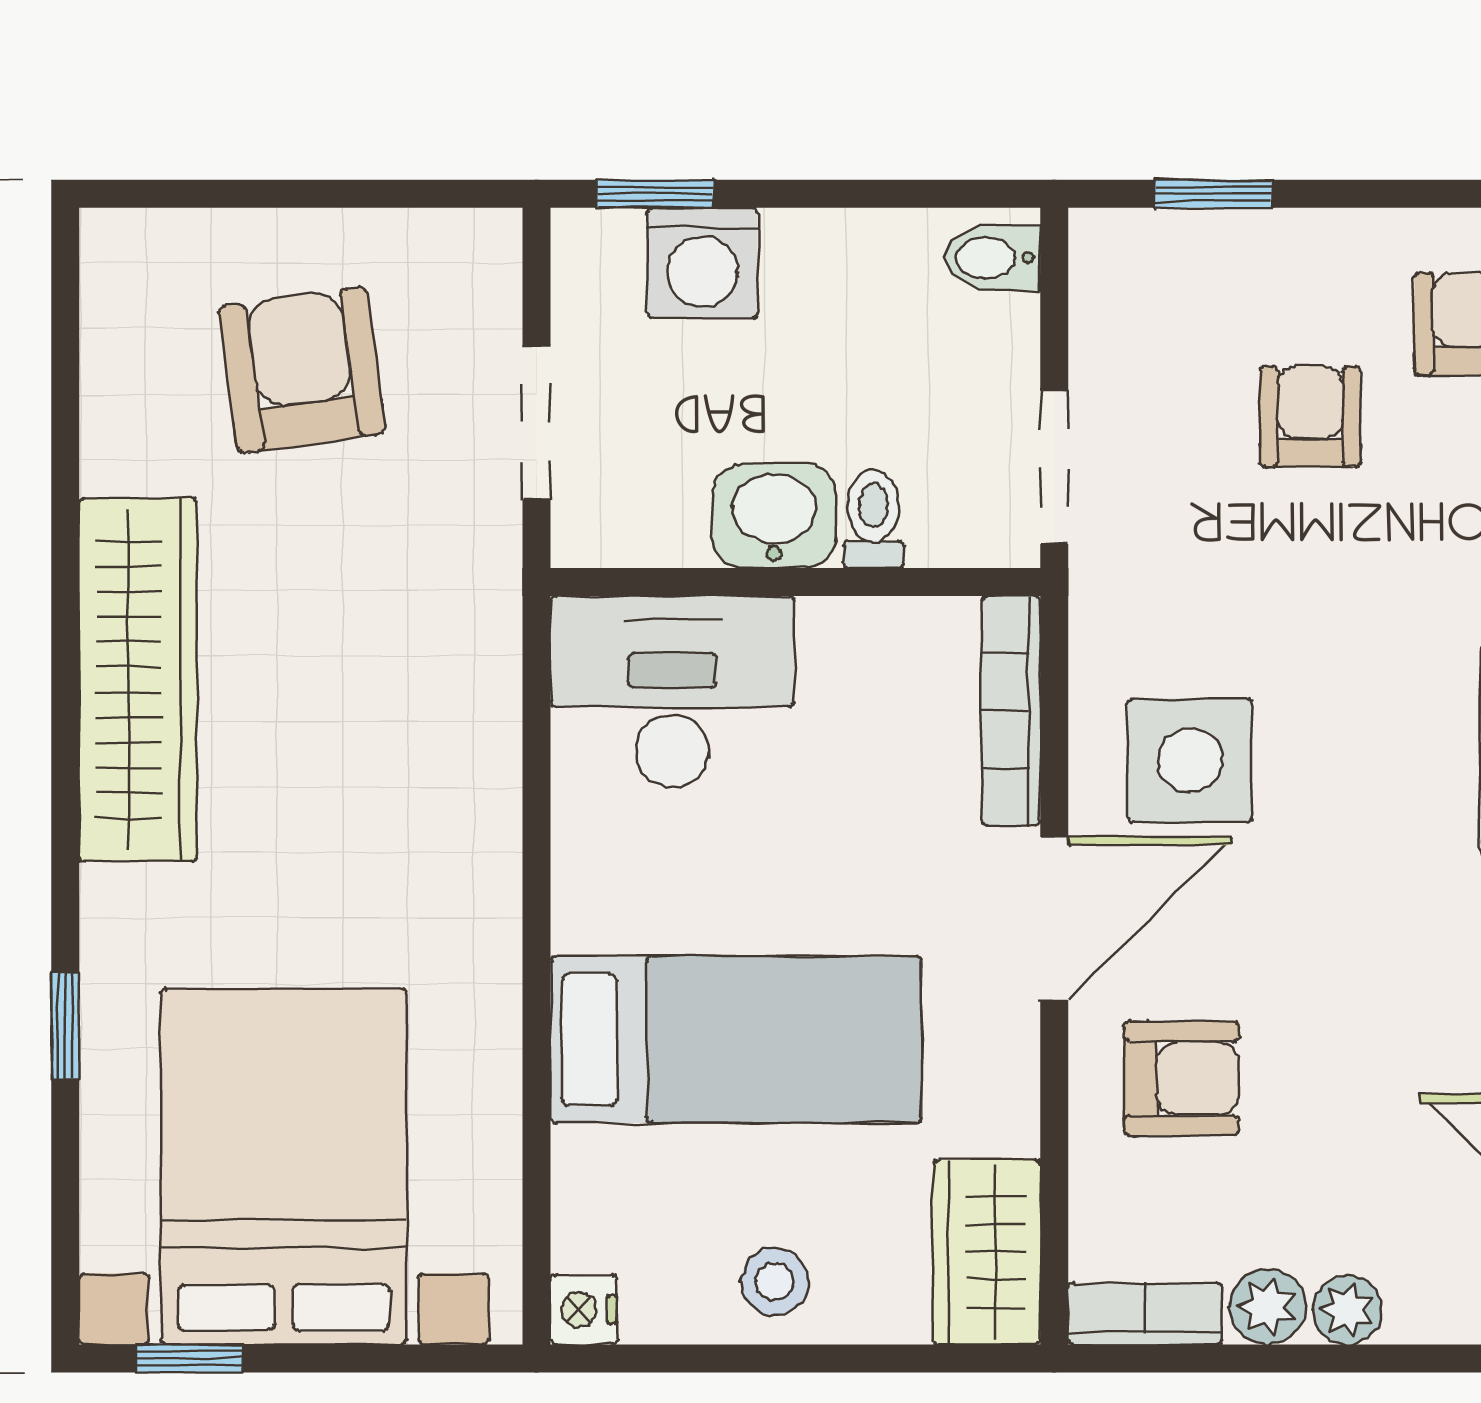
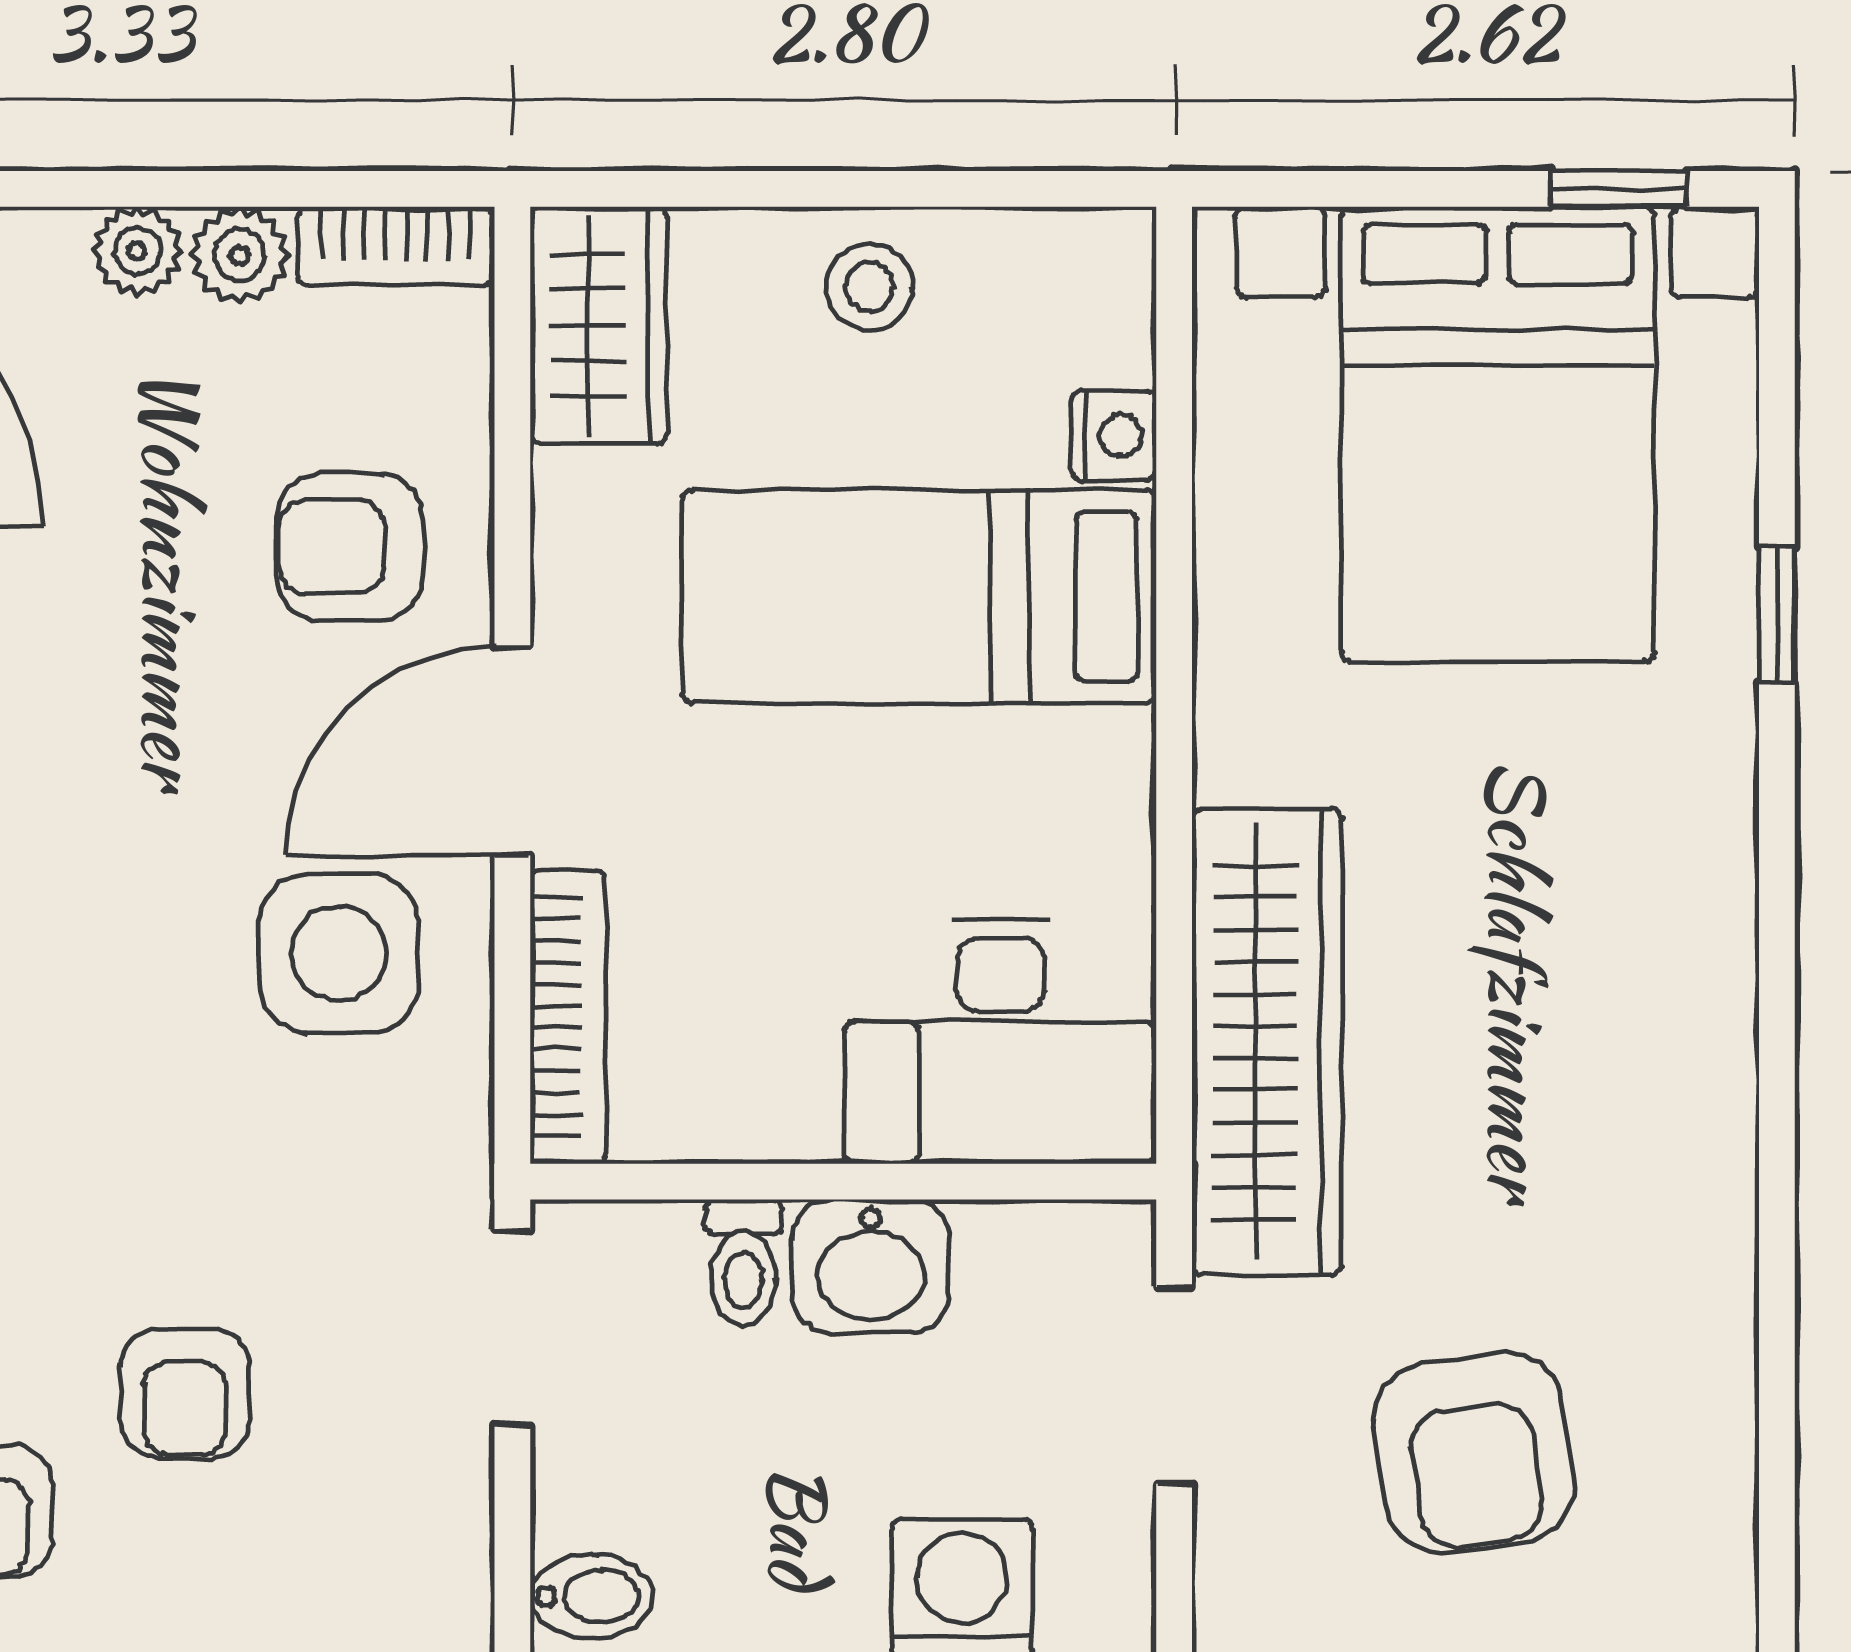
wardrobe: (138, 680) -> (1267, 1042), moved, turned 180
nightstand: (584, 1309) -> (1114, 435), moved

